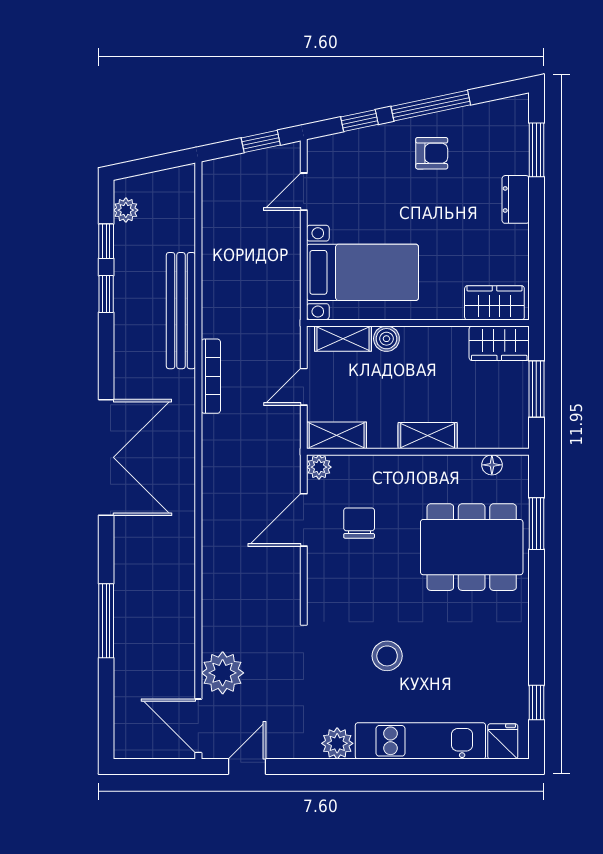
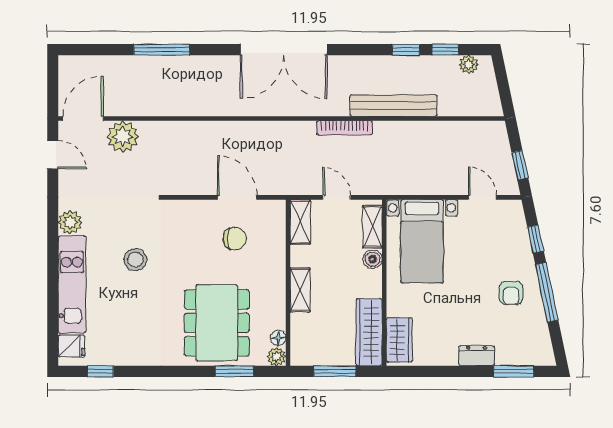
wardrobe: (499, 343) -> (369, 332), width x1.50
plant: (319, 467) -> (277, 357), moved

